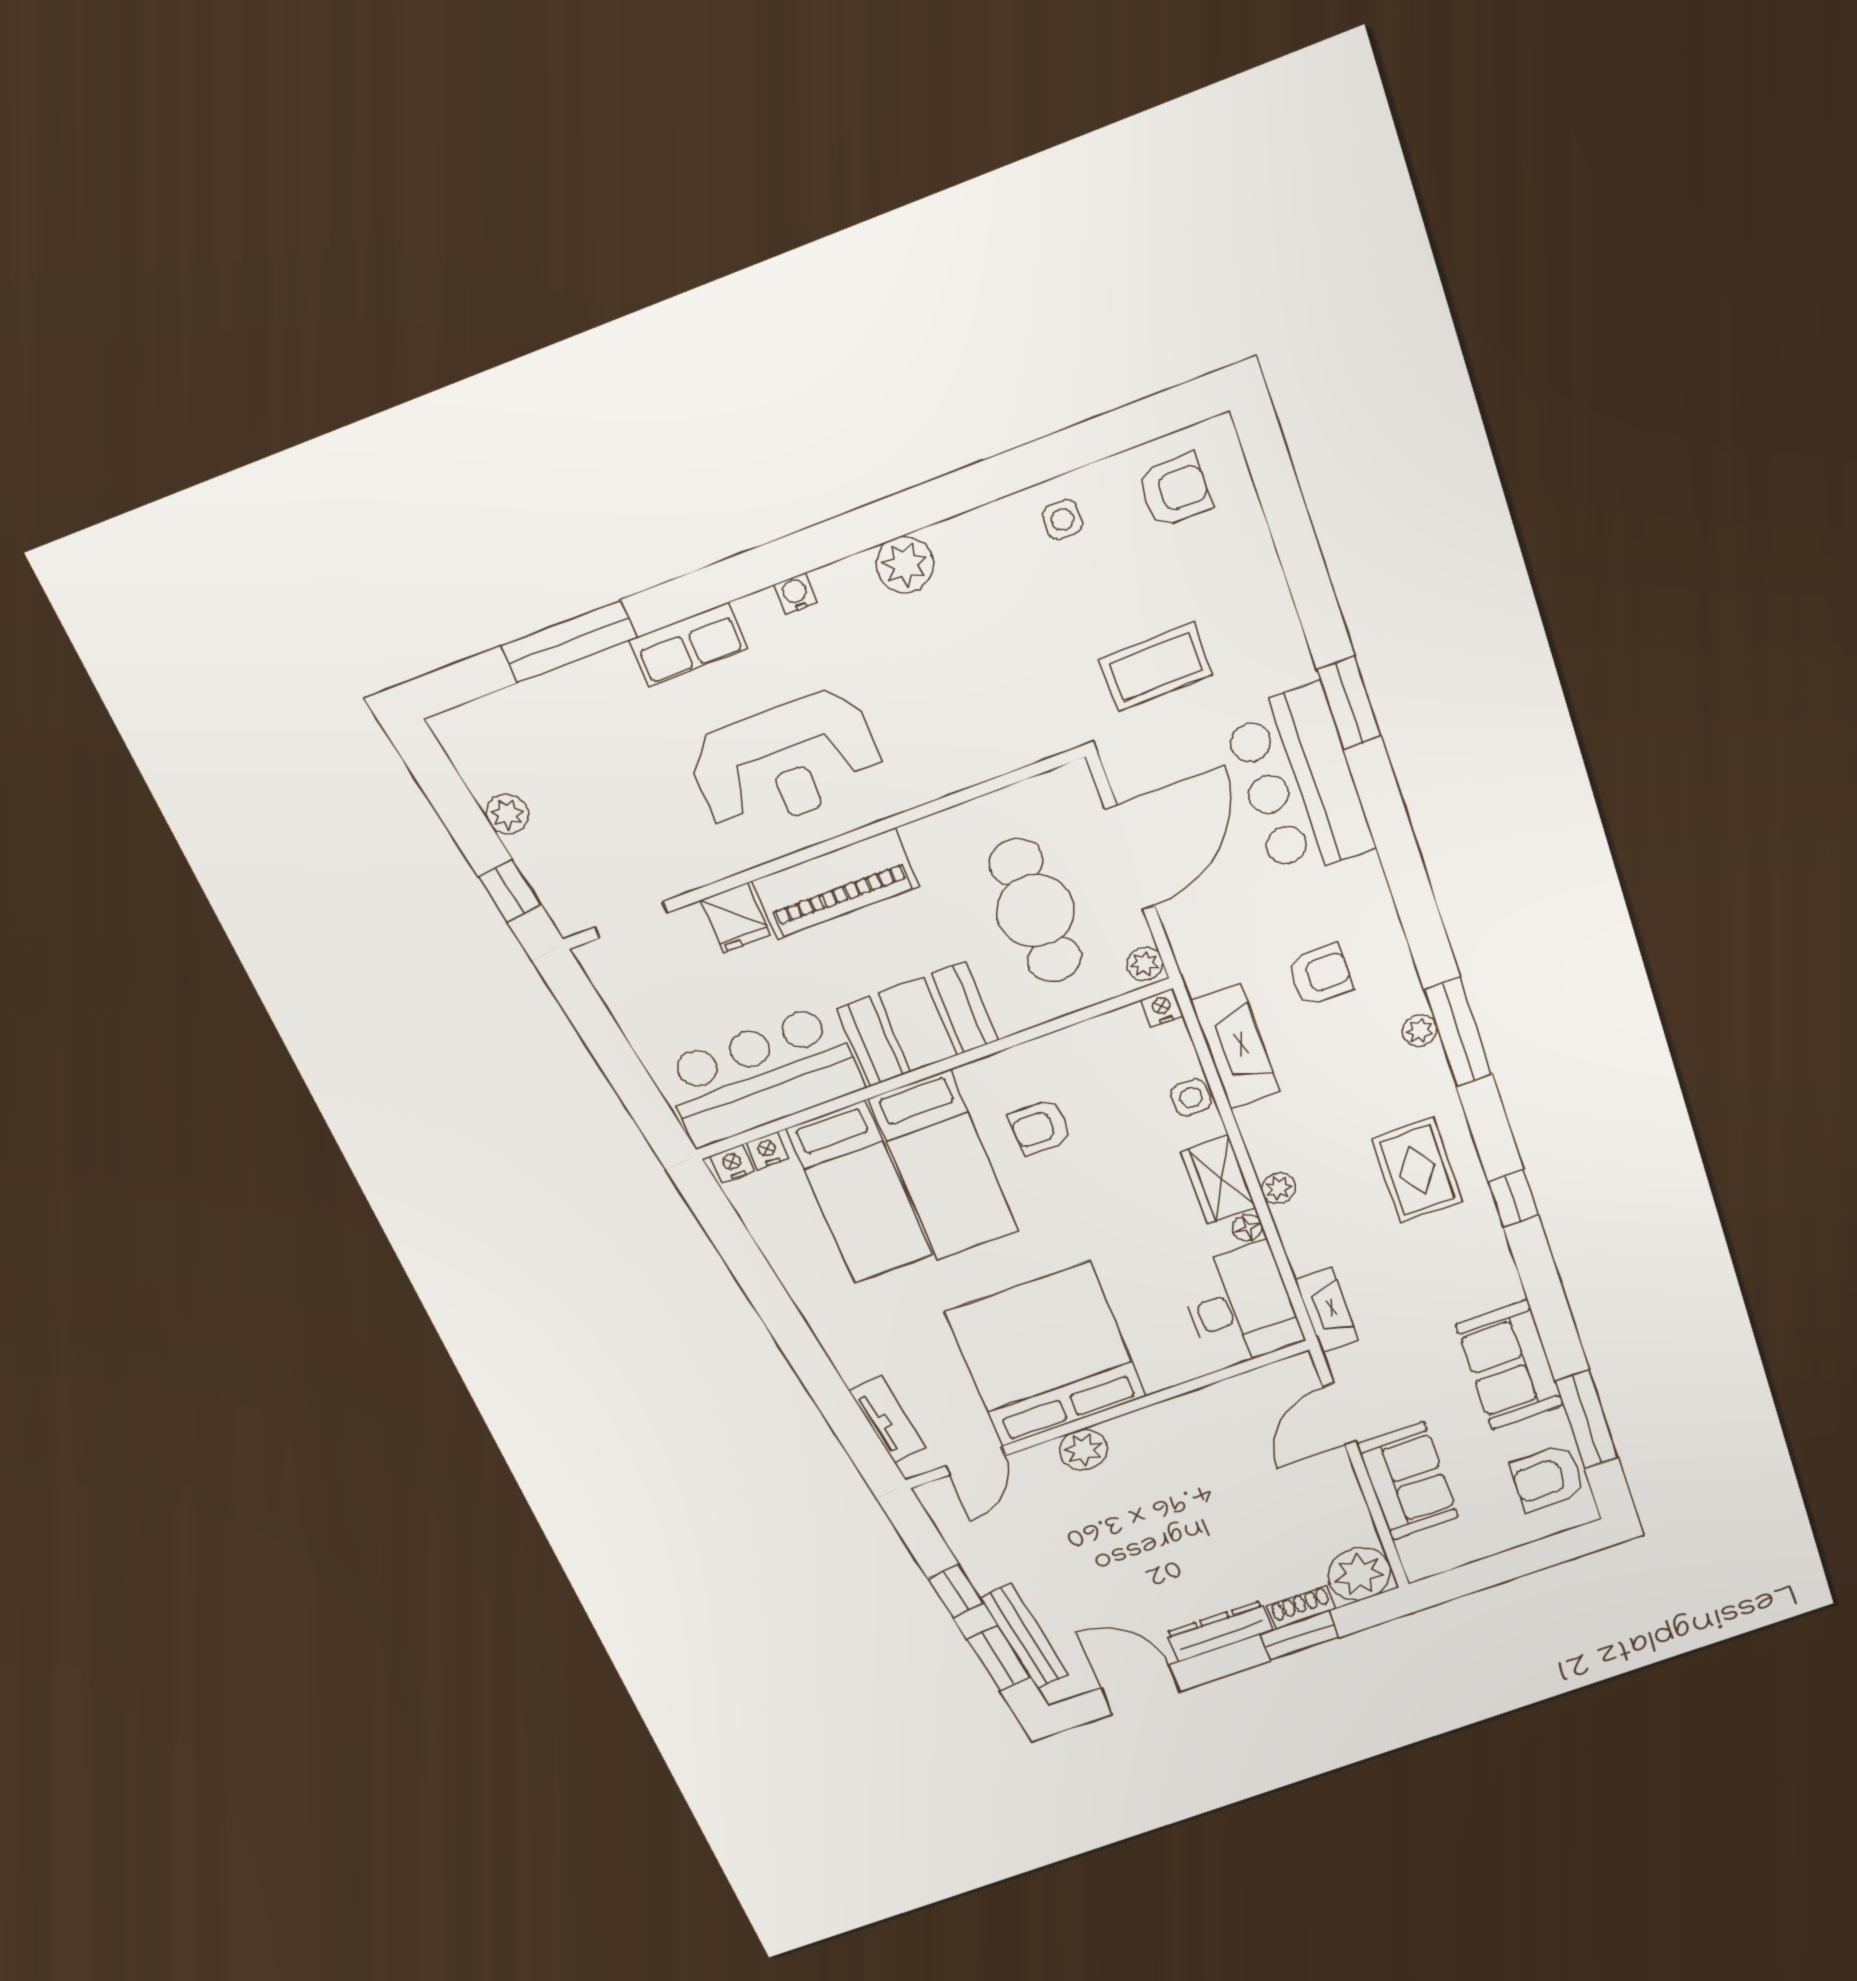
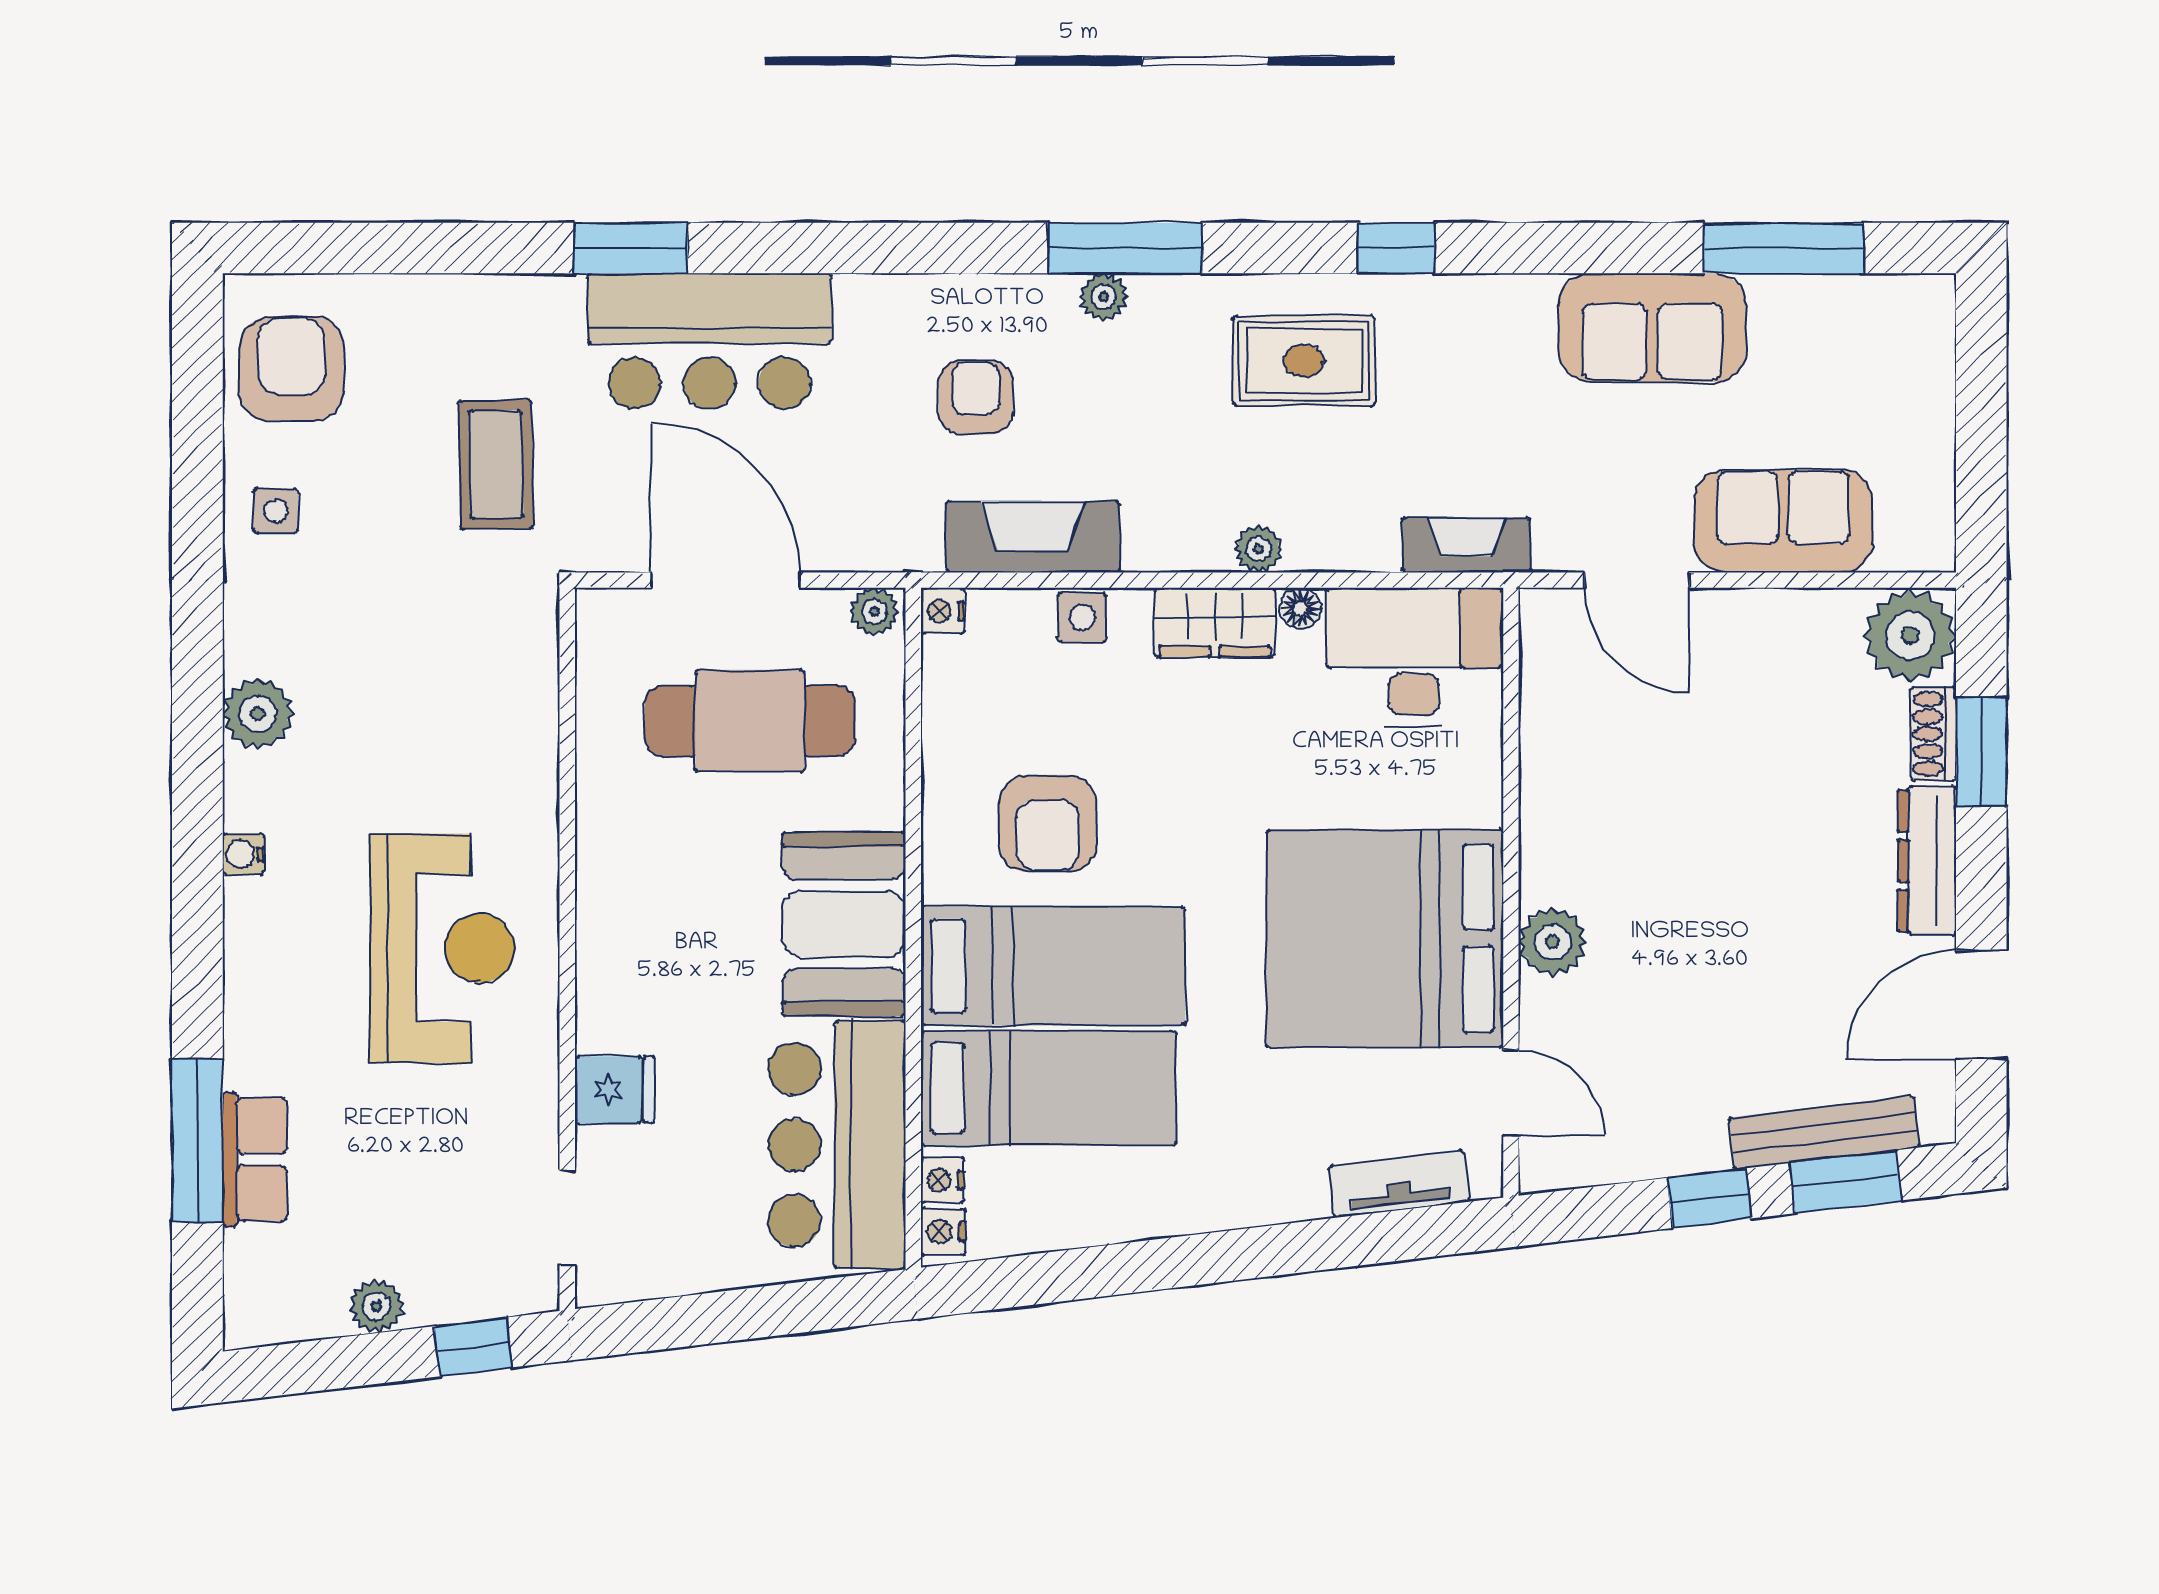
armchair: (1175, 490) -> (292, 369), width x1.38, depth x1.38
row of seats: (688, 644) -> (255, 1159), moved
piano: (836, 884) -> (618, 951), removed
armchair: (1040, 1127) -> (1048, 823), width x1.38, depth x1.38
armchair: (1548, 1478) -> (1857, 328), removed

